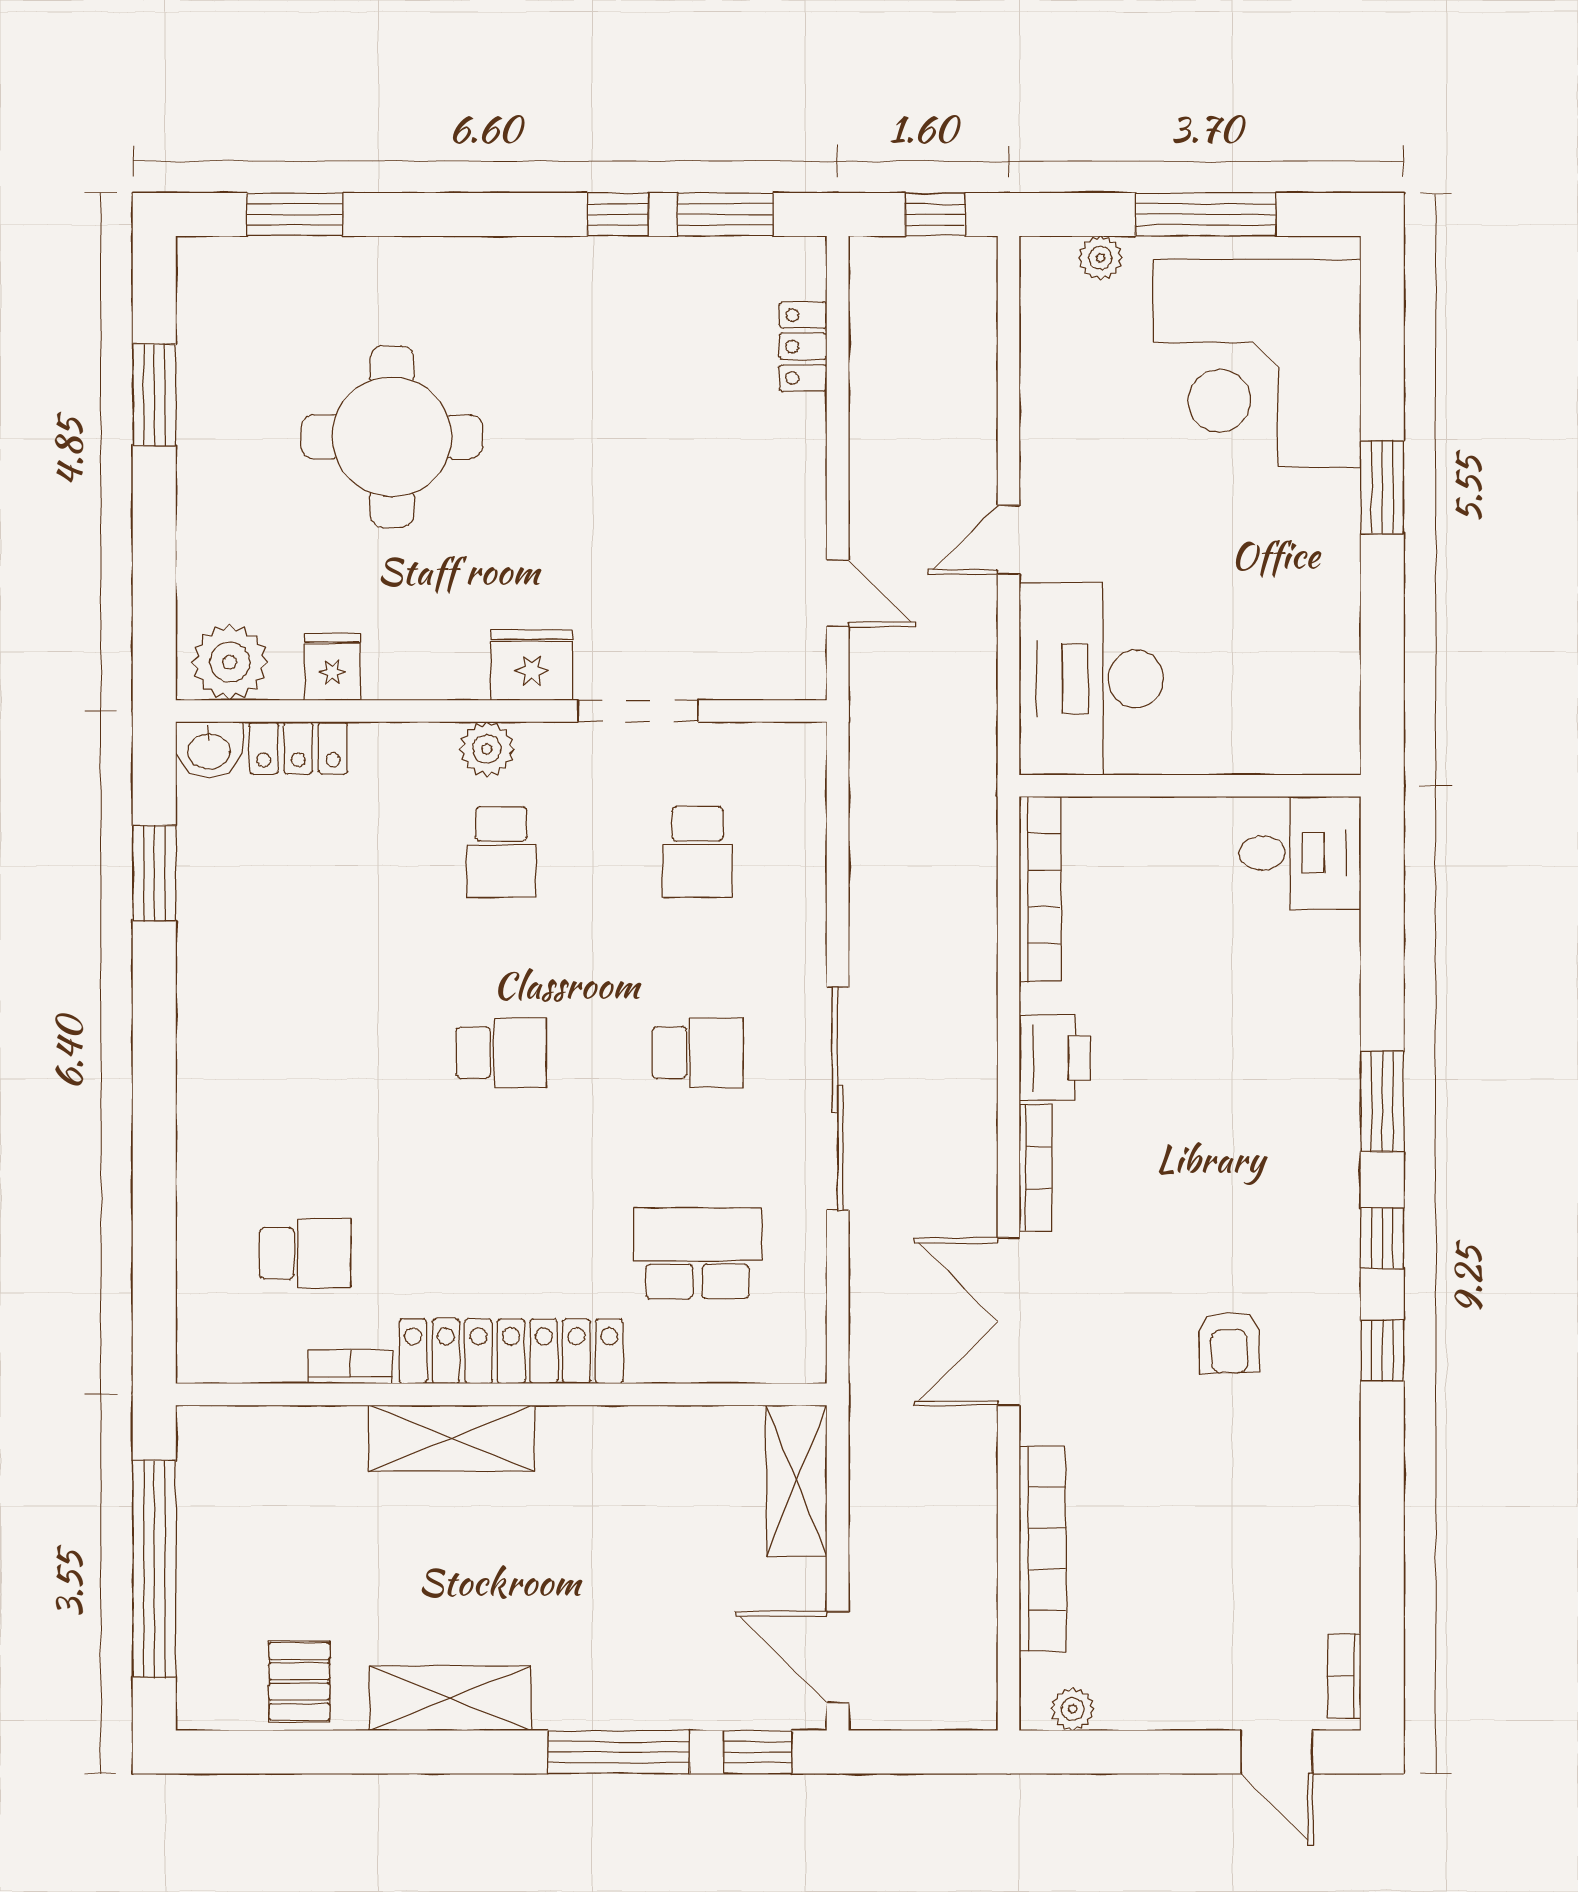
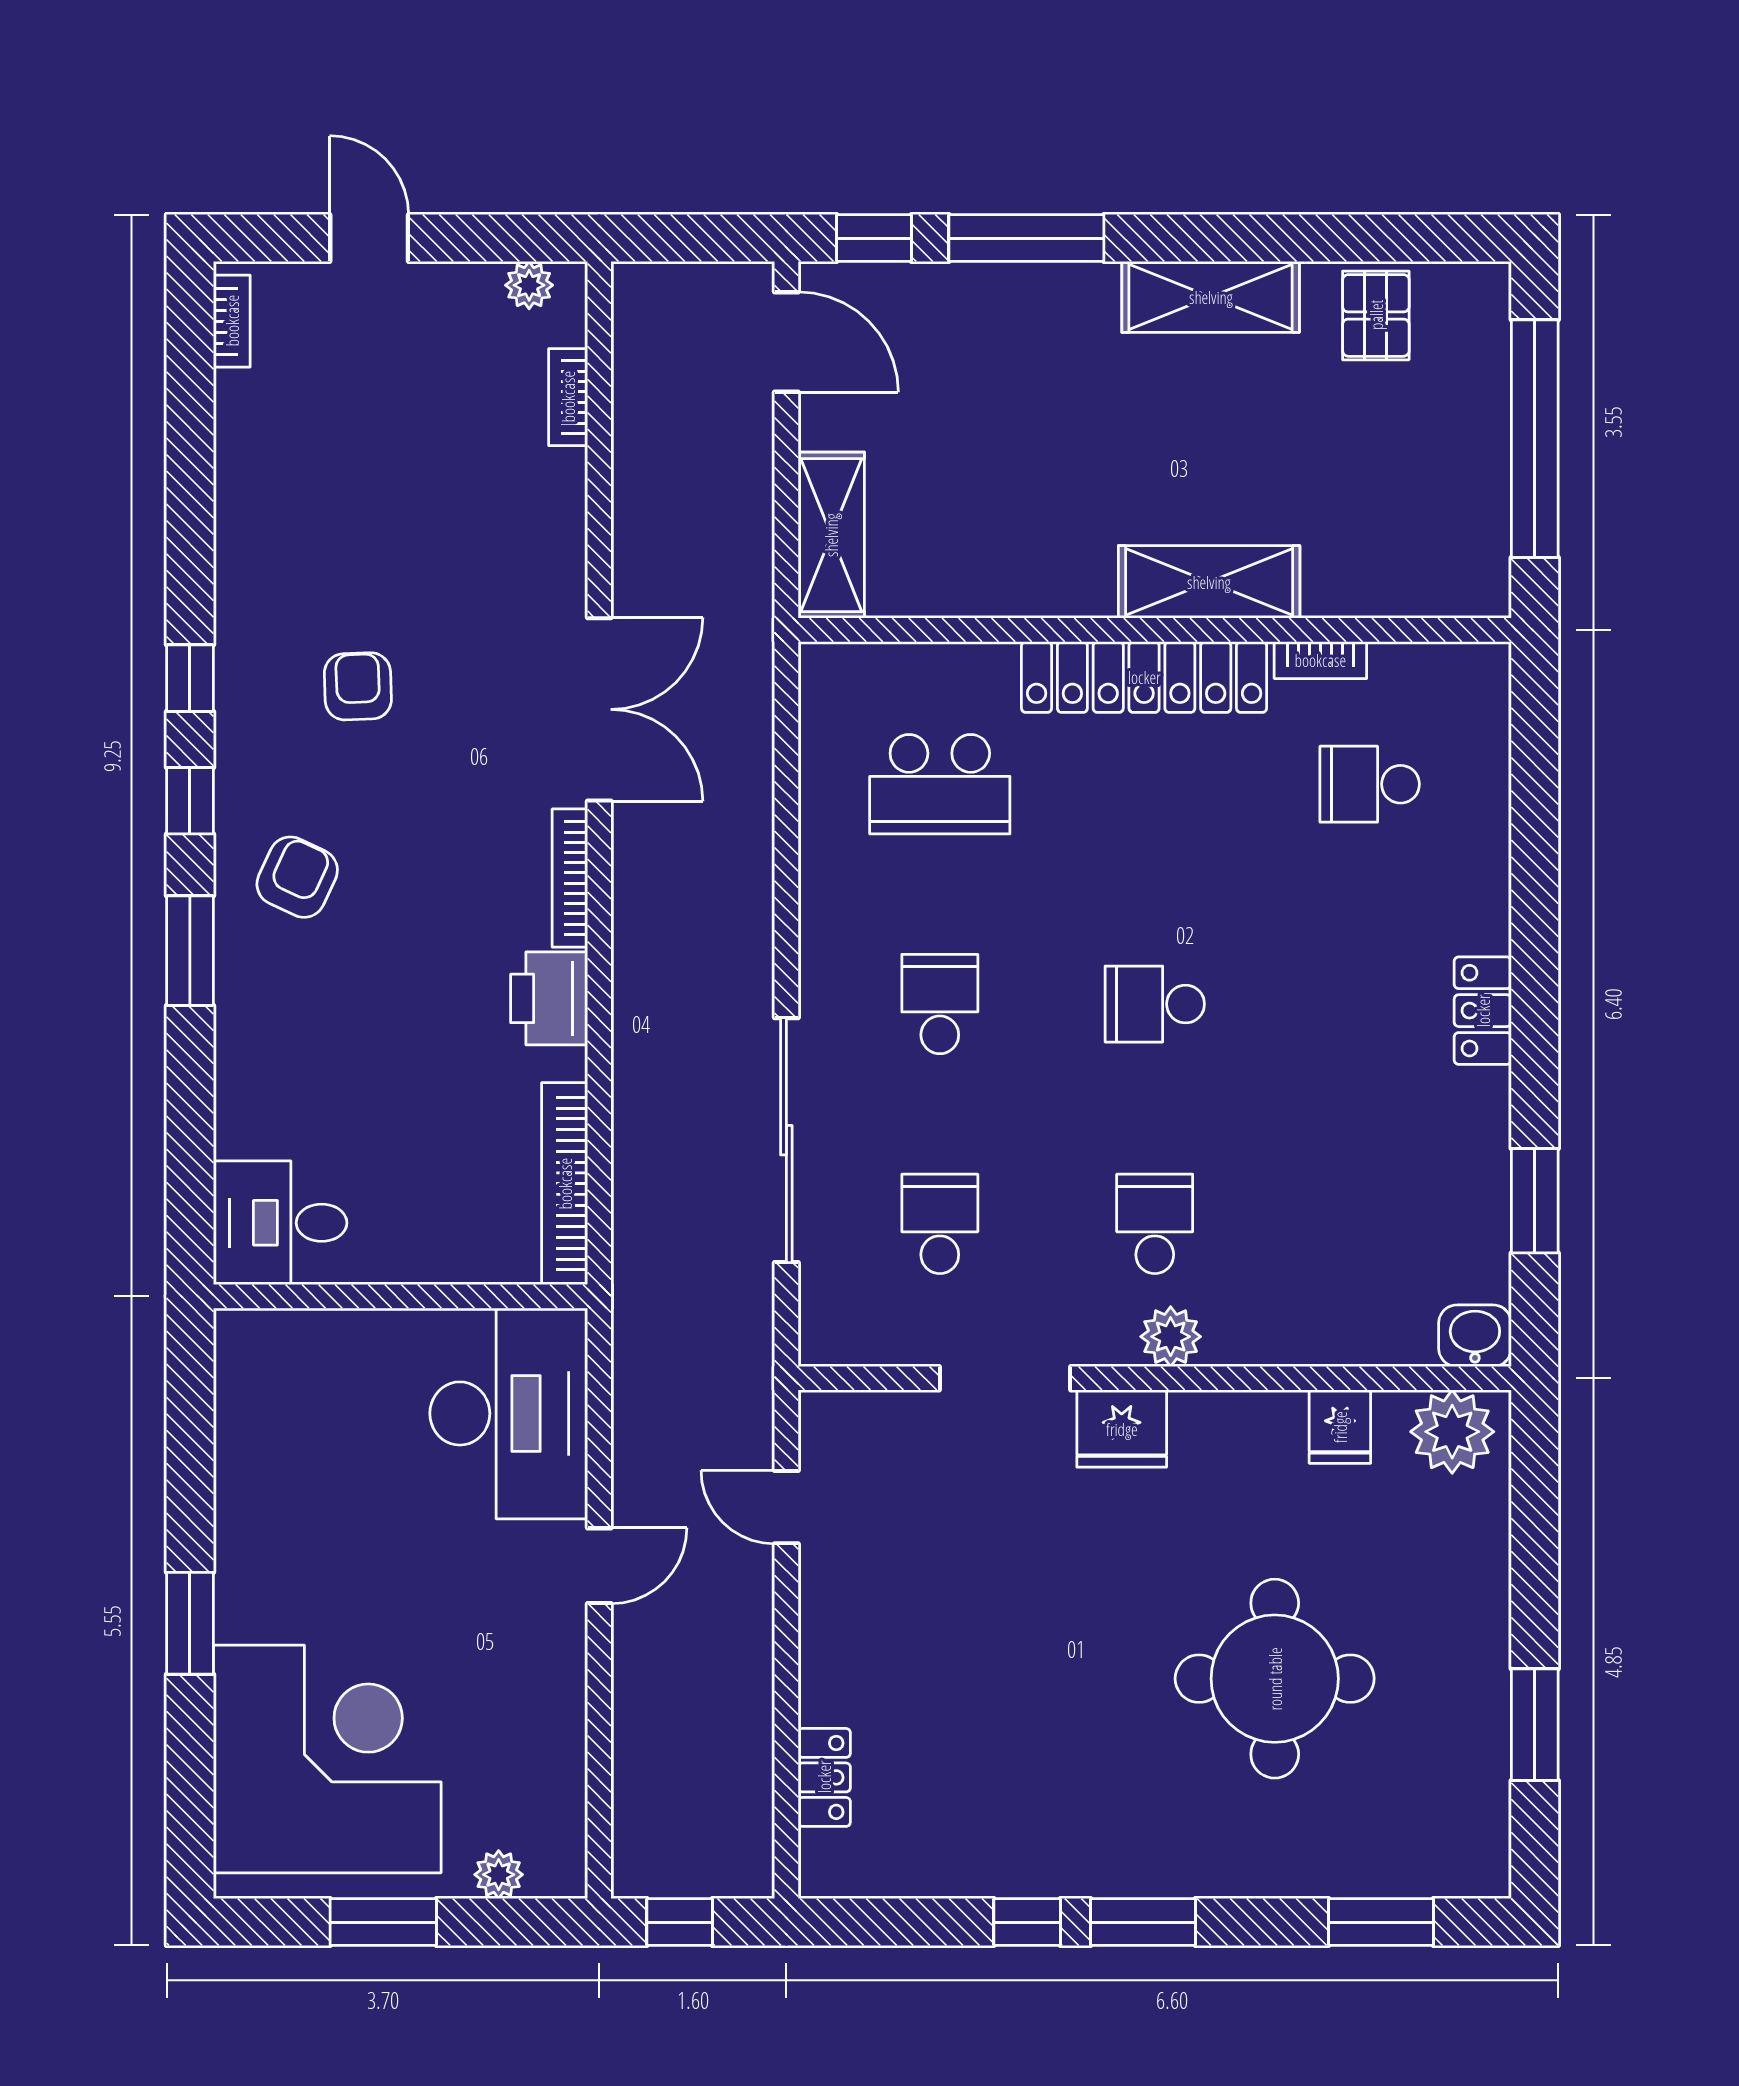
window: (725, 214) -> (1143, 1922), moved
window: (1206, 214) -> (383, 1922), width x0.69
locker: (298, 748) -> (1483, 1011), moved, turned -90
school desk: (698, 1053) -> (940, 1004), turned 90
sliding door: (838, 1098) -> (786, 1140), moved
armchair: (1284, 1169) -> (297, 877), added
bookcase: (1042, 1549) -> (568, 397), width x0.43, depth x0.76
door: (1277, 1752) -> (369, 238), moved

